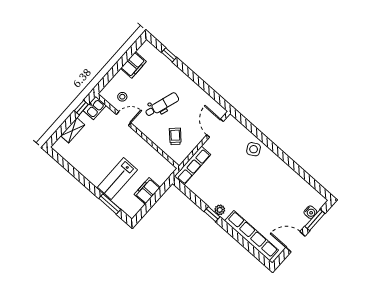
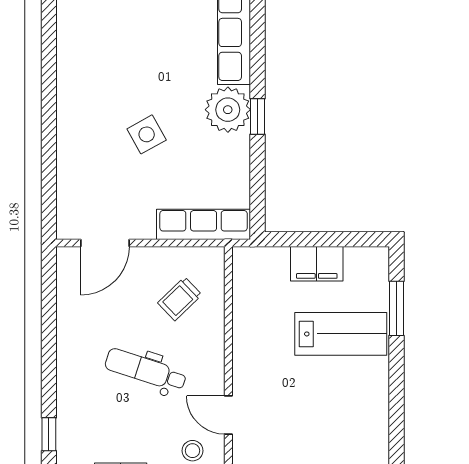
side table: (254, 149) -> (147, 134), moved
plant: (220, 210) -> (228, 110), width x1.87, depth x1.87

